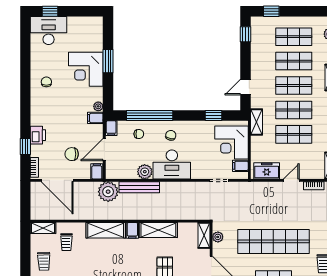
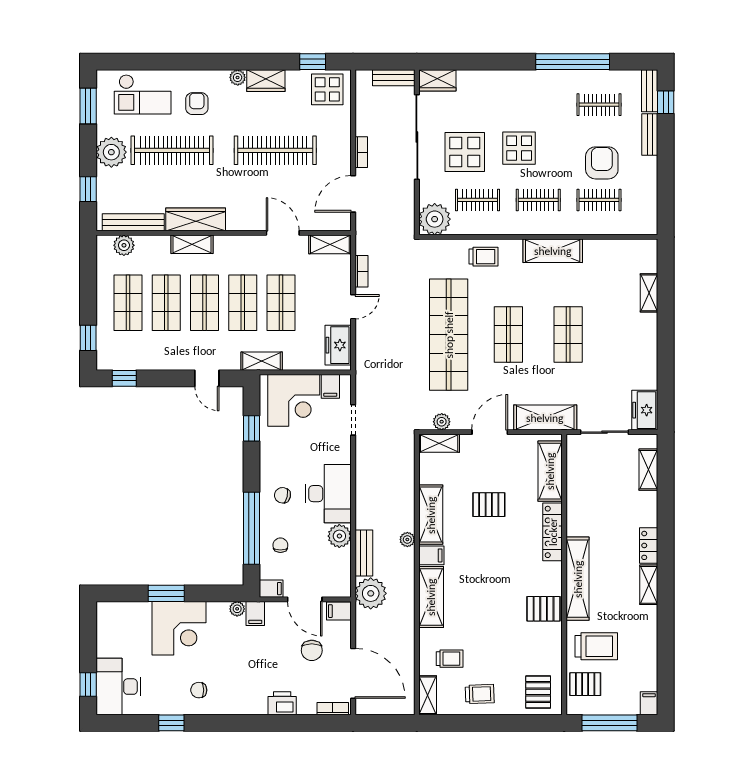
window: (25, 147) -> (171, 723), moved
door: (57, 180) -> (353, 673), hinge flipped
door: (291, 180) -> (353, 307), swing flipped
bench: (139, 187) -> (364, 553), width x0.73
plant: (143, 215) -> (407, 539), added

